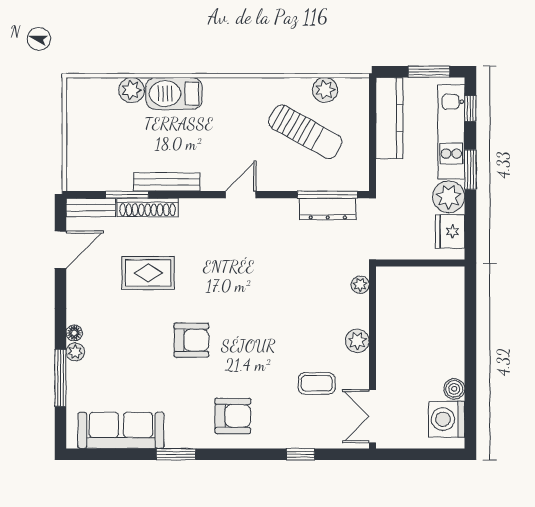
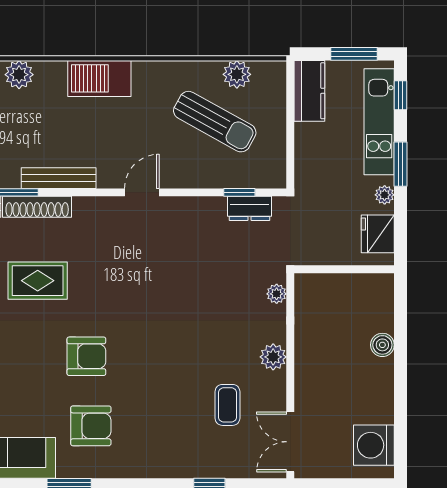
barbecue: (174, 94) -> (99, 78), moved
kitchen counter: (389, 118) -> (309, 91), width x0.67
window: (327, 195) -> (239, 192), width x0.46
plant: (449, 197) -> (385, 195), width x0.53, depth x0.53
dresser: (328, 209) -> (249, 208), width x0.70
coffee table: (317, 383) -> (227, 405), turned 90
boiler: (454, 389) -> (382, 345), moved
armchair: (233, 416) -> (91, 426), moved

